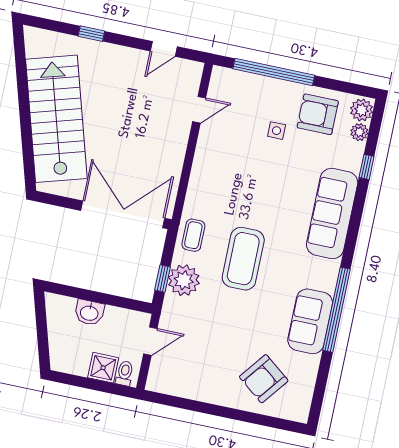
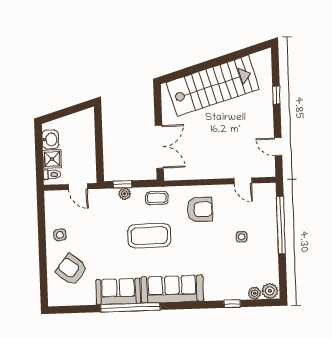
armchair: (318, 114) -> (200, 209), moved, turned 90
double door: (123, 214) -> (159, 147), width x0.73
sofa: (332, 214) -> (172, 289), moved
plant: (184, 280) -> (125, 194), width x0.53, depth x0.53
washbasin: (89, 313) -> (50, 139), moved, turned 180
side table: (211, 383) -> (60, 235), added

